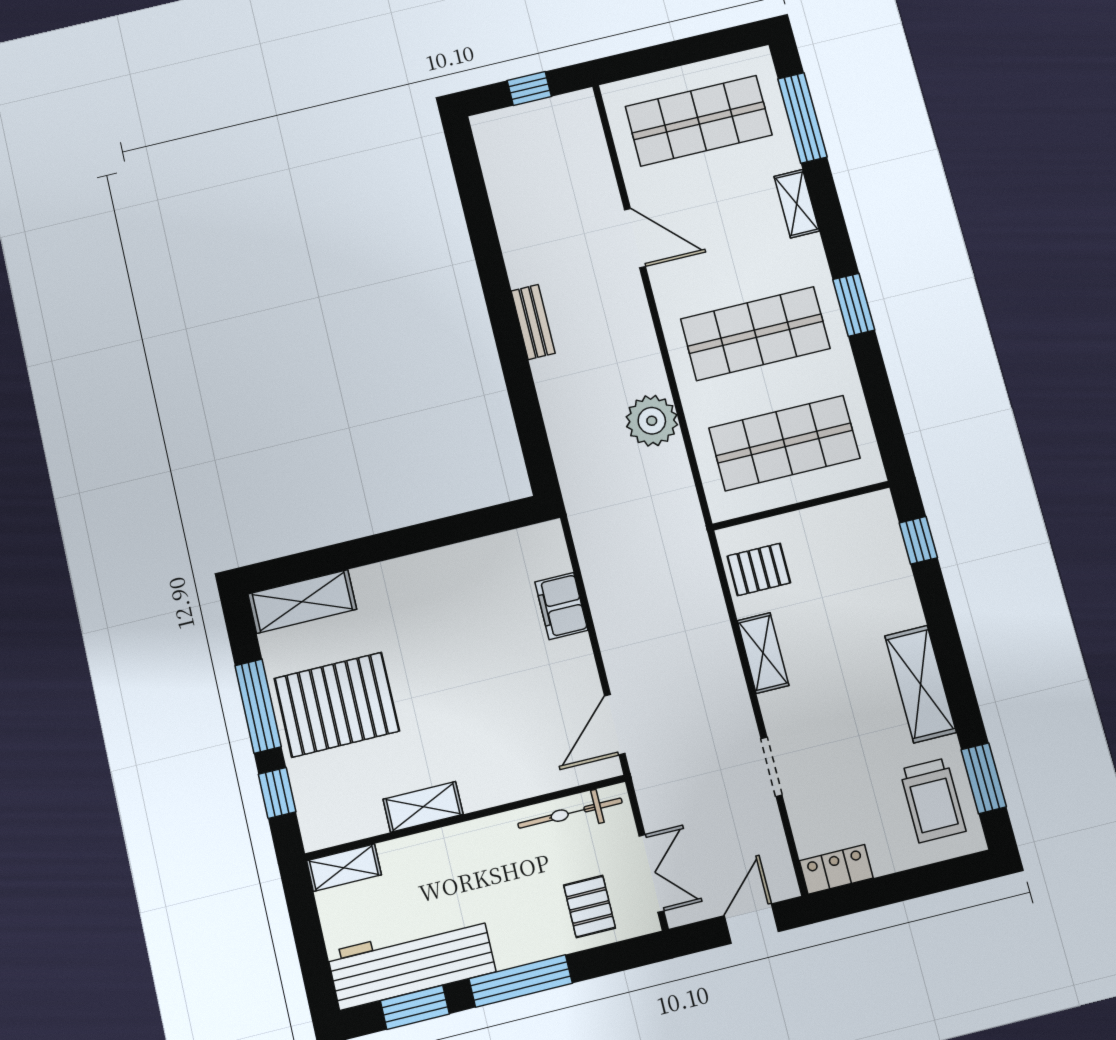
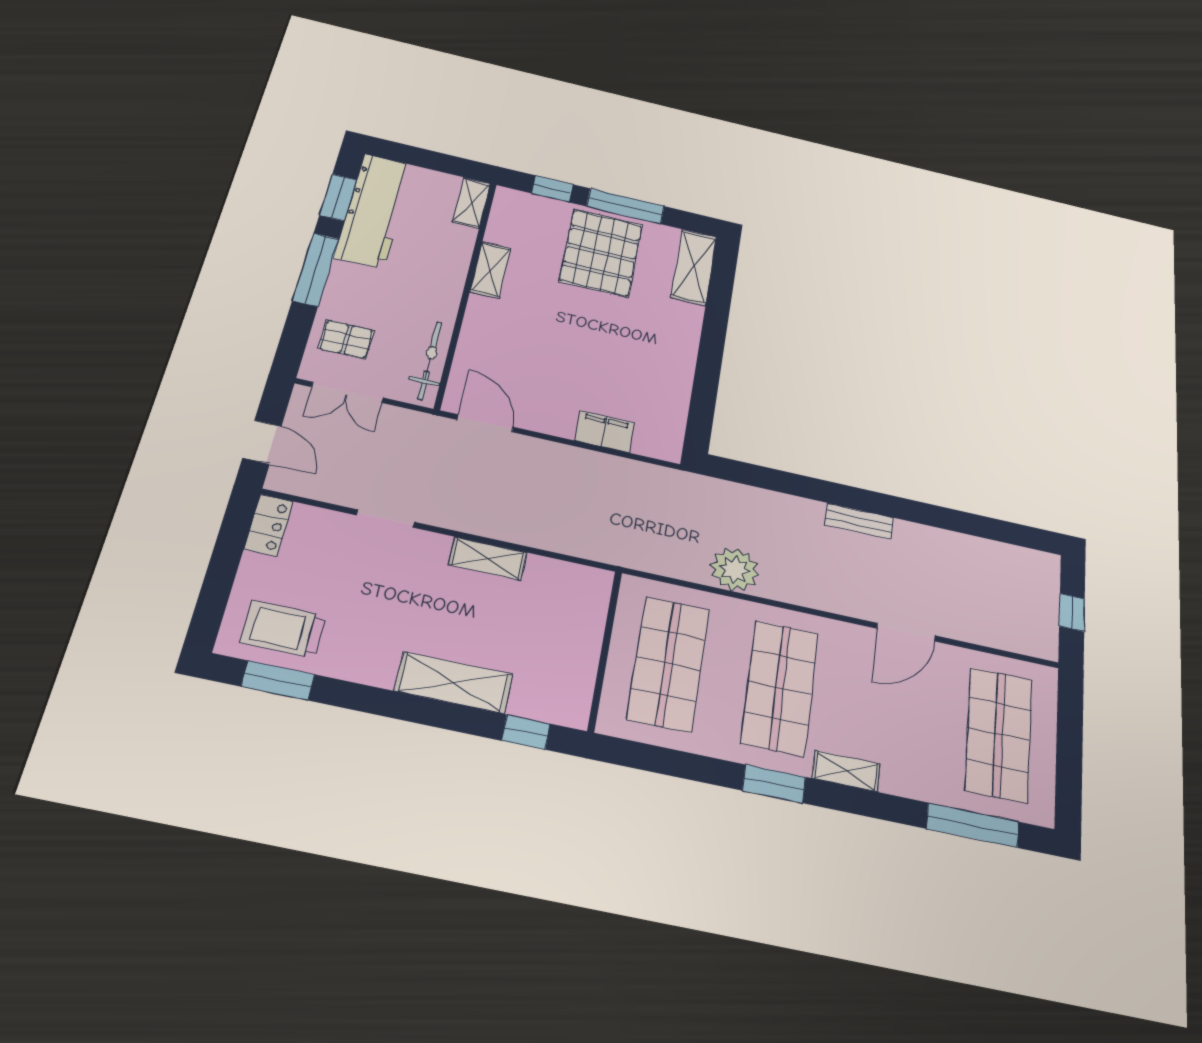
shelving: (797, 204) -> (846, 771), moved
pallet: (759, 569) -> (563, 590), removed
shelving: (921, 684) -> (454, 683), moved

